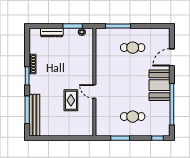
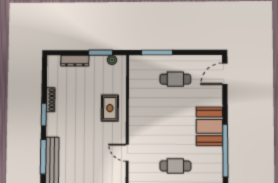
door: (172, 57) -> (225, 74), moved
door: (94, 92) -> (127, 153), moved
rug: (71, 100) -> (110, 108), moved

